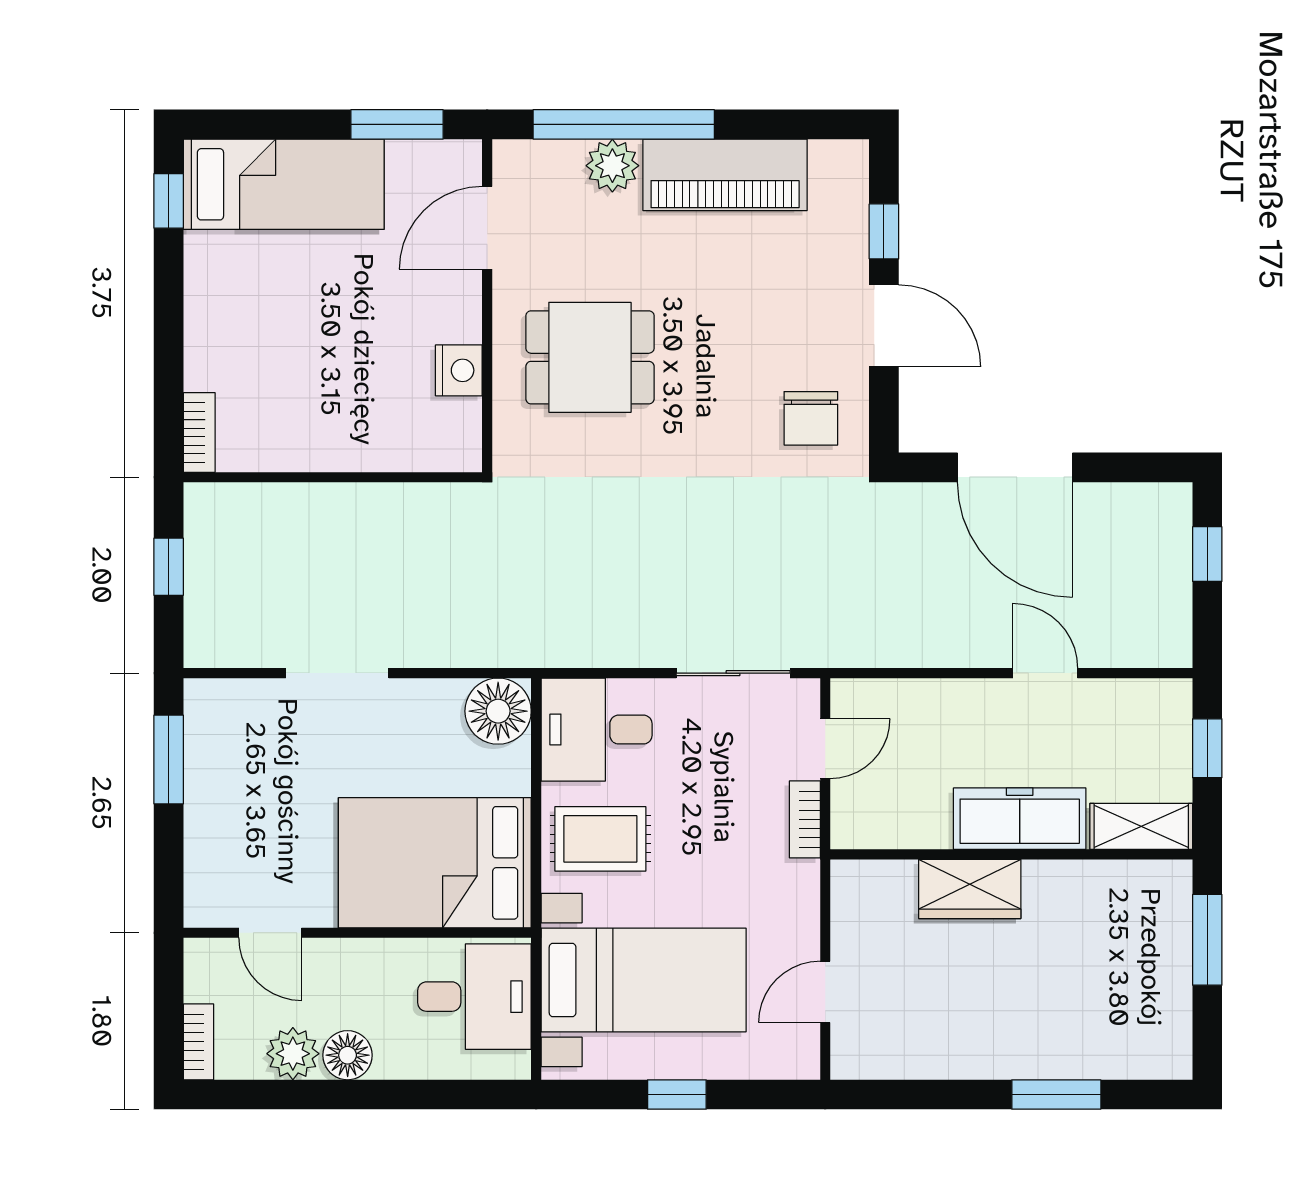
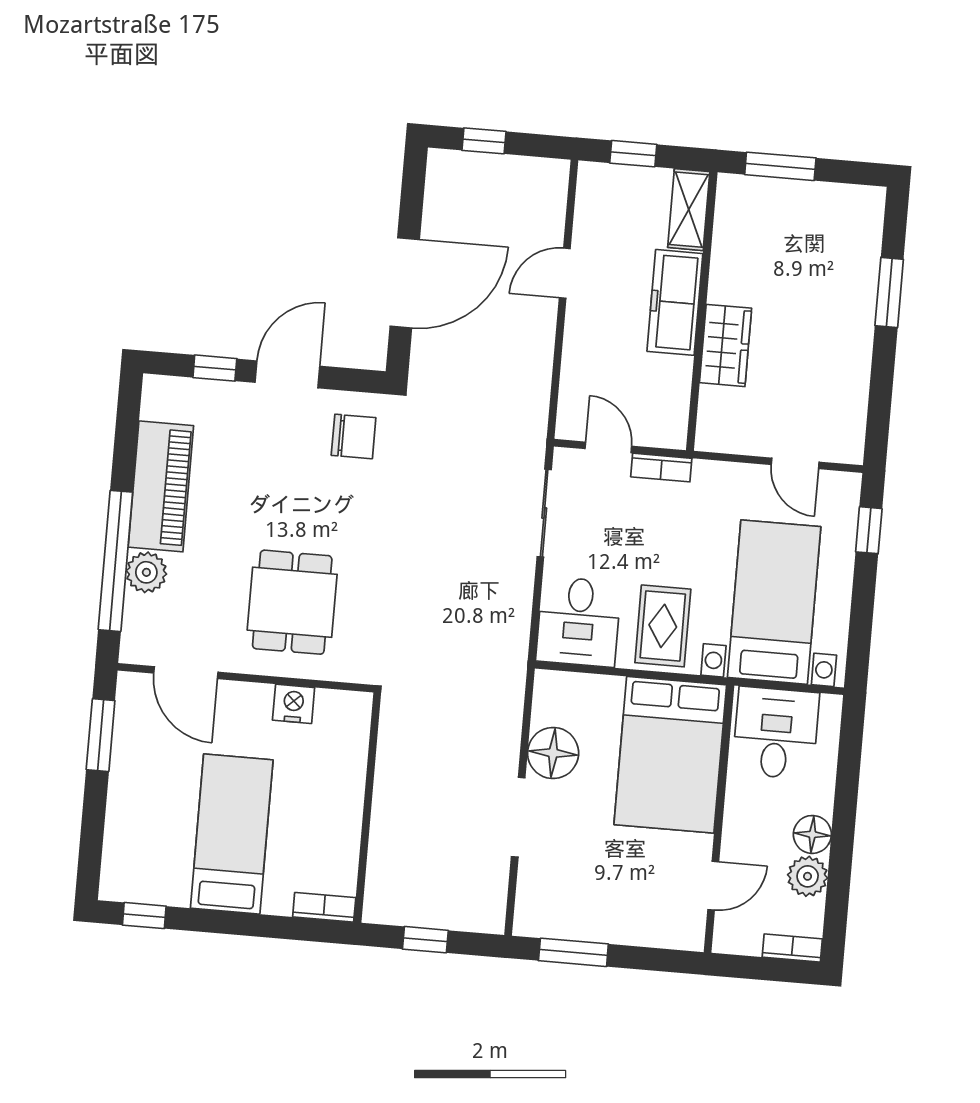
bed: (284, 184) -> (232, 834), moved
floor lamp: (498, 711) -> (553, 753), moved
window: (677, 1094) -> (869, 530), moved

